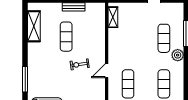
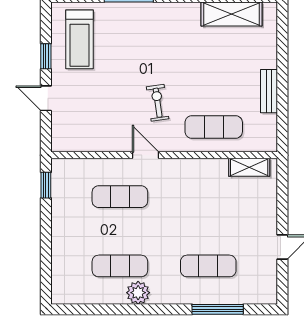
exercise mat: (66, 37) -> (214, 127), moved
plant: (178, 55) -> (138, 293), moved

